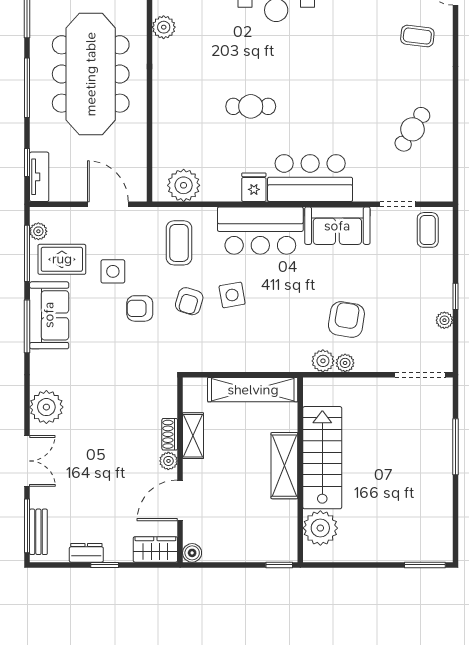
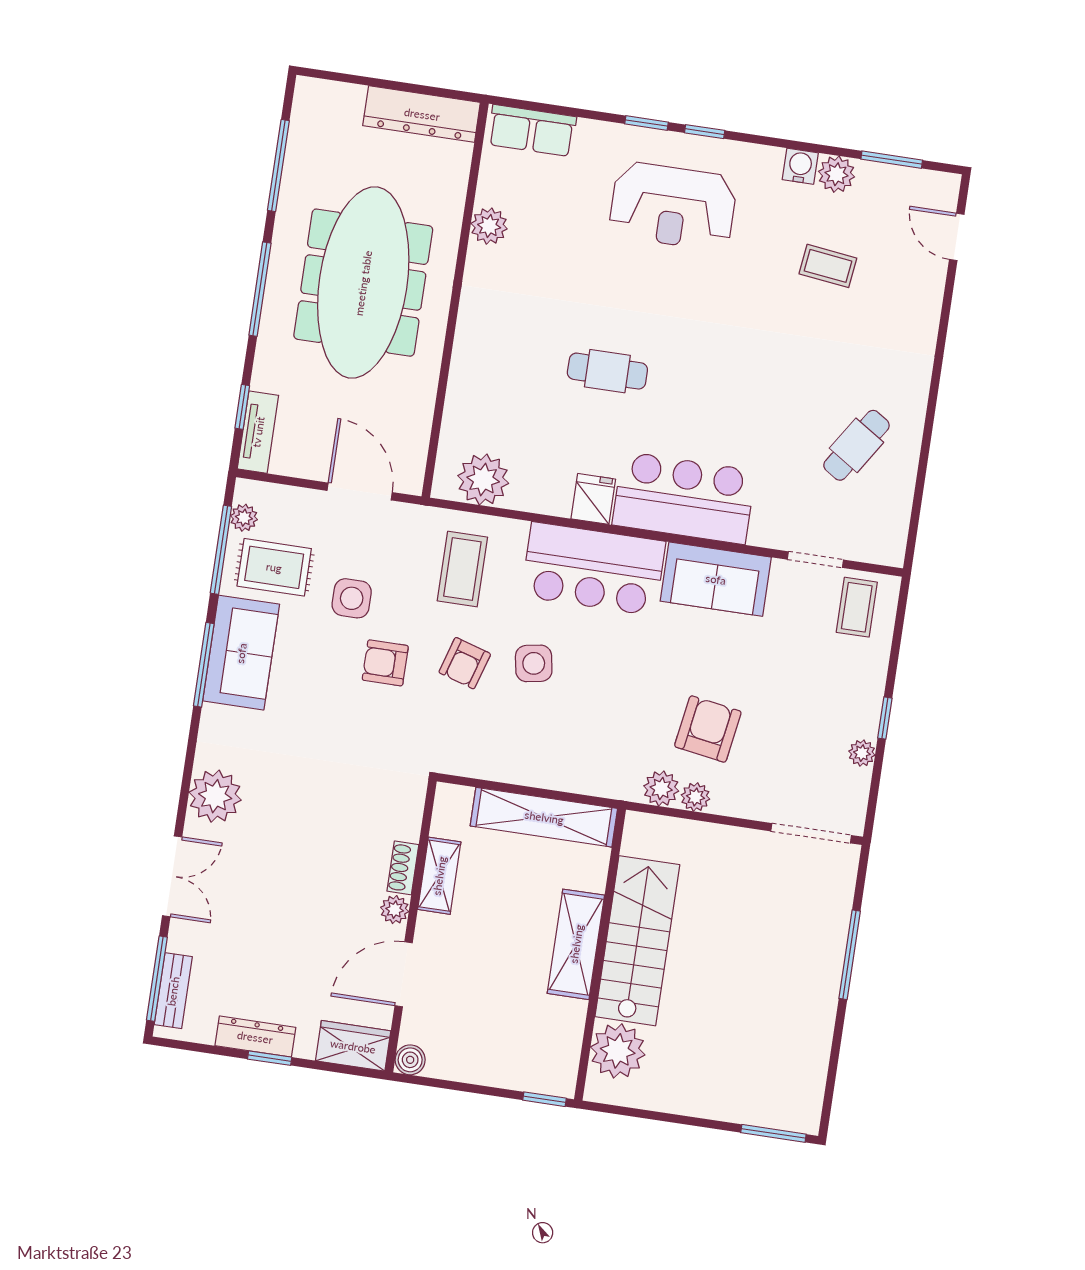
coffee table: (417, 36) -> (828, 266), moved
dresser: (86, 553) -> (255, 1037), width x1.44

